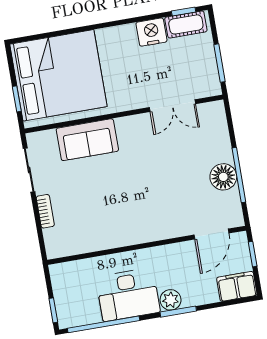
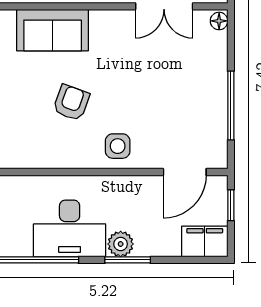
floor lamp: (223, 177) -> (219, 21), moved, width x0.53, depth x0.53
armchair: (112, 195) -> (71, 103), added
side table: (155, 223) -> (118, 146), added

